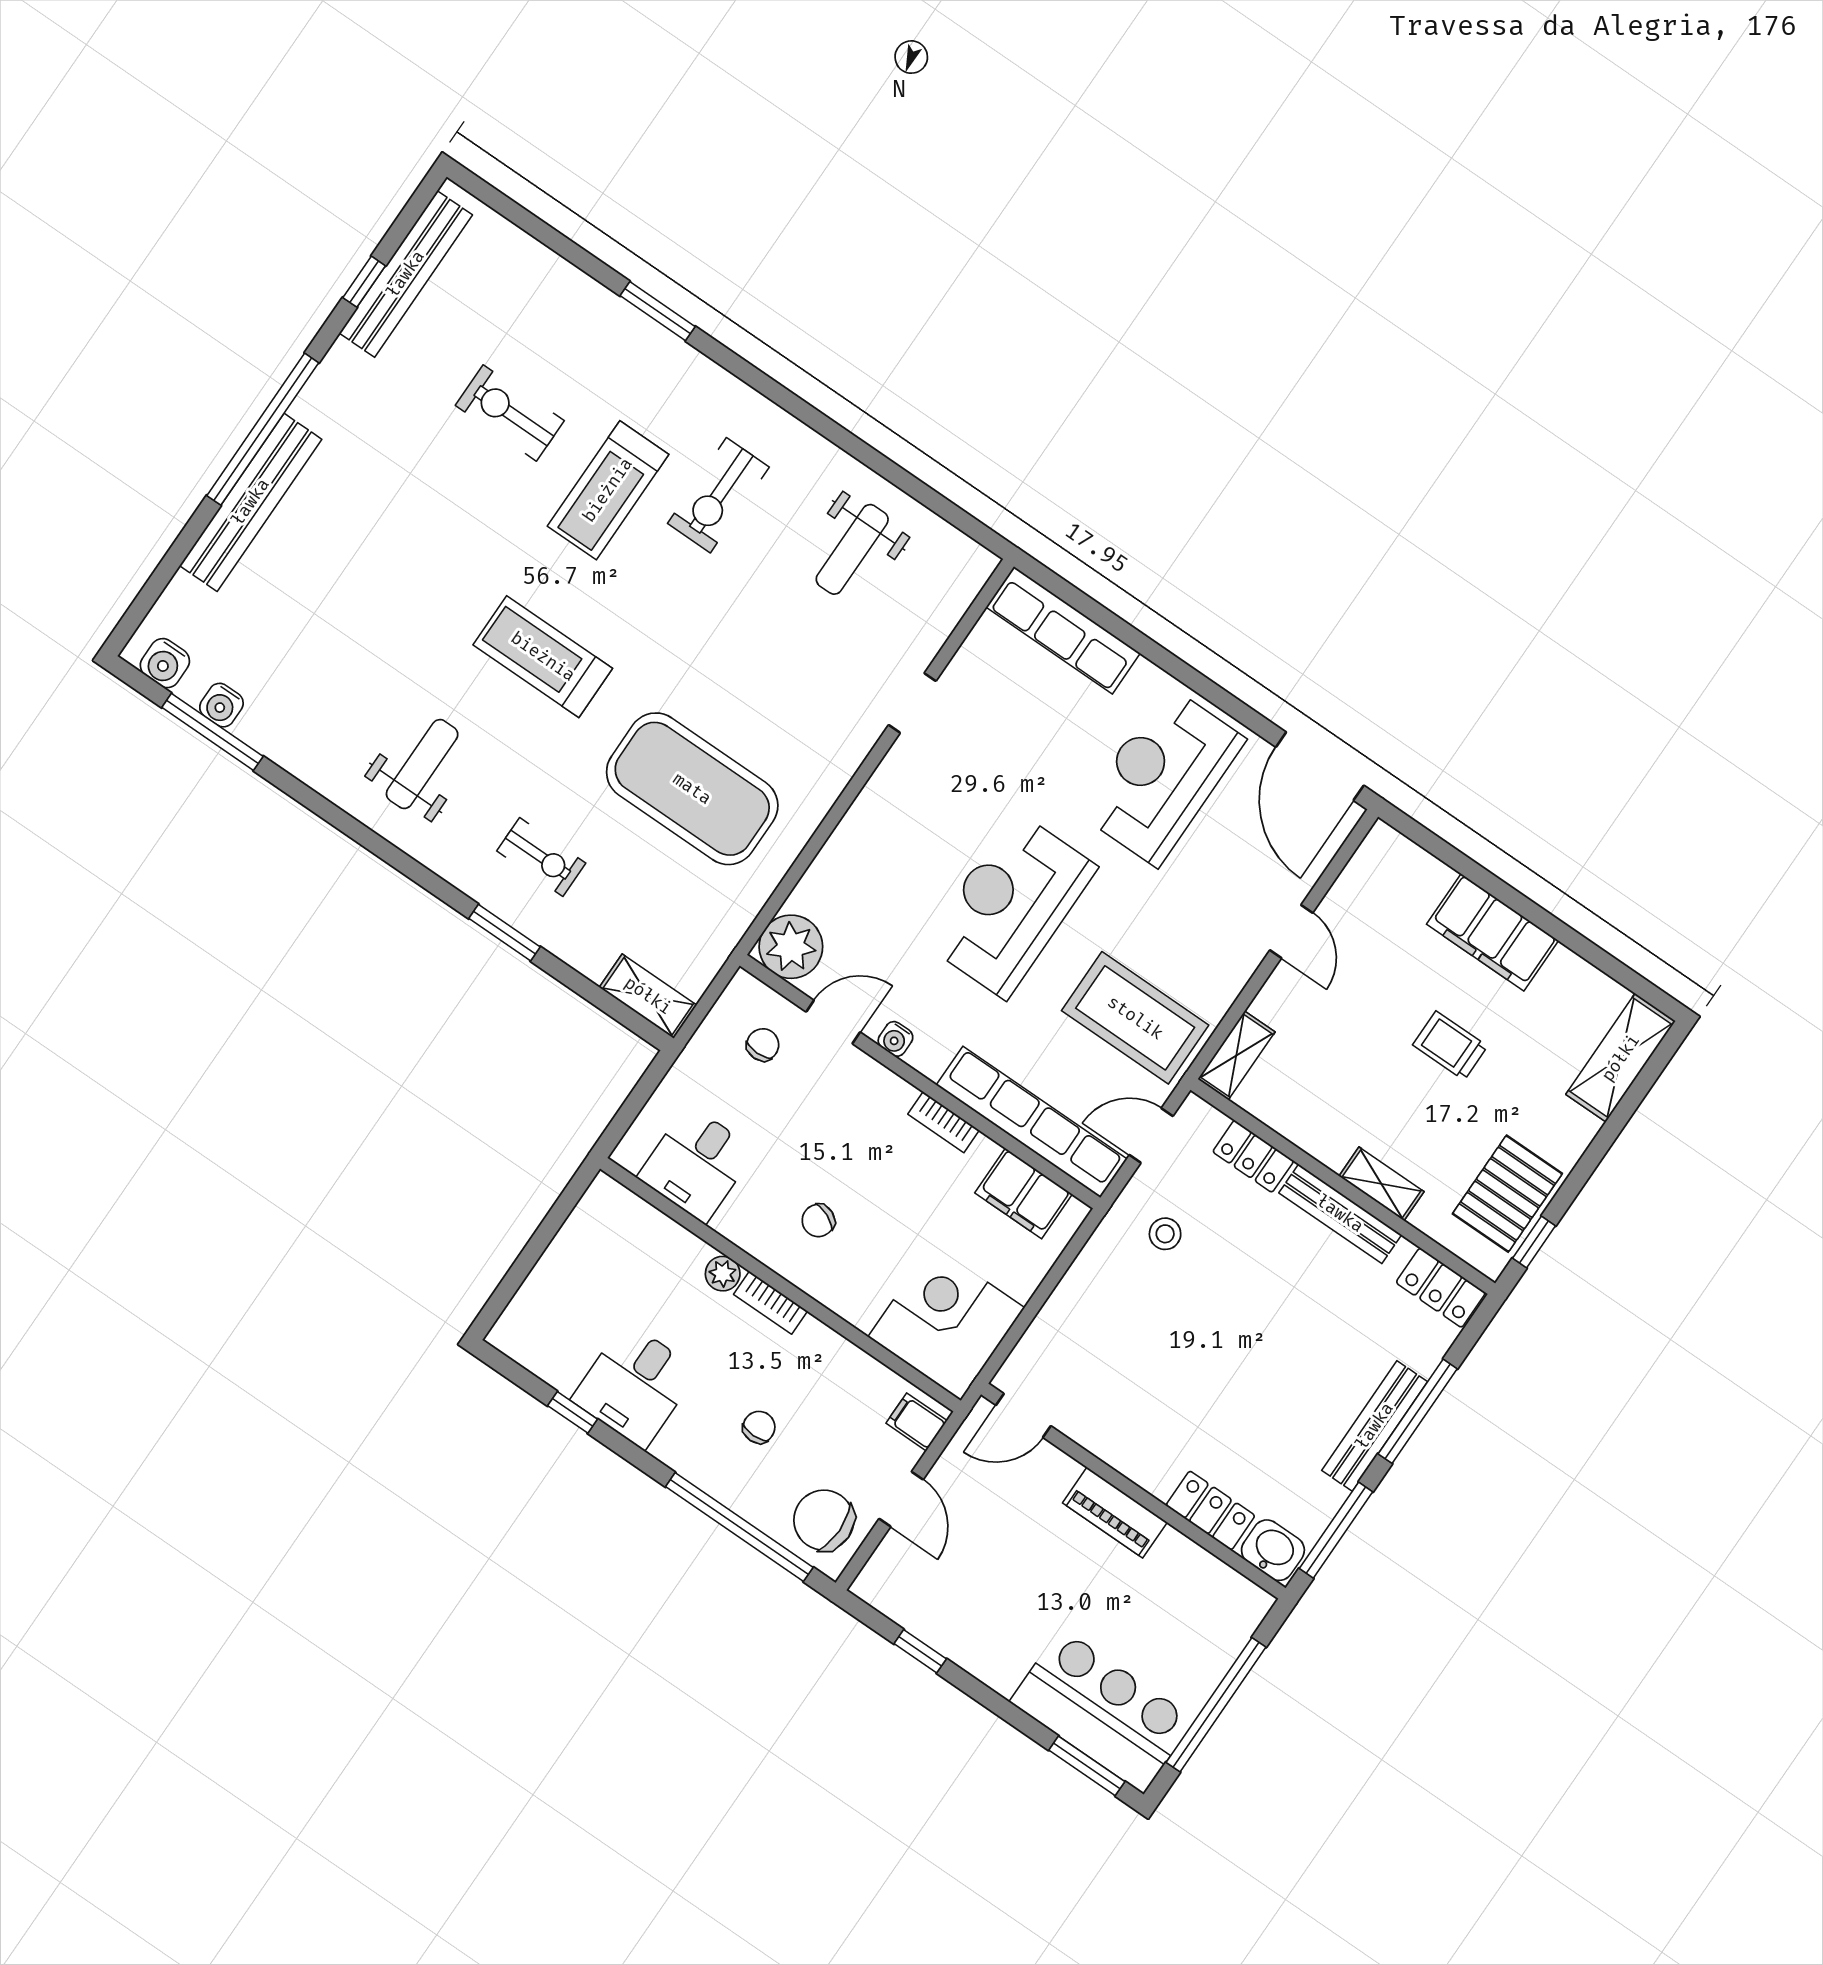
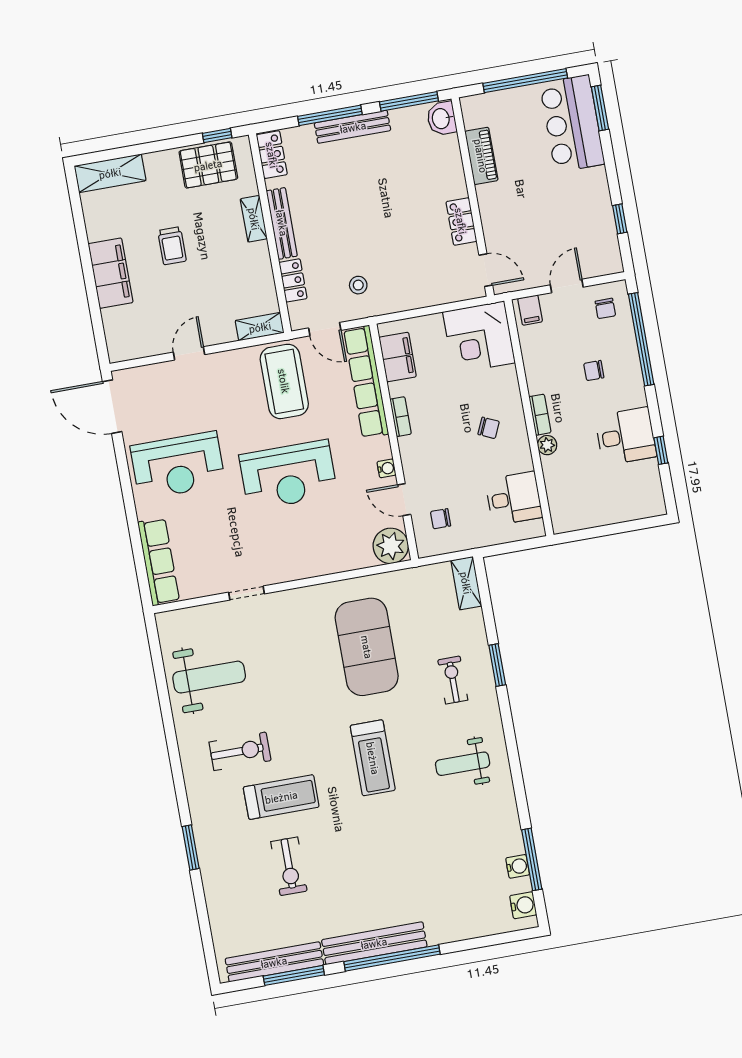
window: (364, 282) -> (294, 975), width x2.17
bench: (251, 502) -> (374, 943), moved
weight bench: (852, 549) -> (209, 677), width x1.36, depth x1.33
door: (1320, 766) -> (112, 407), swing flipped
locker: (1210, 1510) -> (461, 221), moved
piano: (1115, 1513) -> (481, 156), moved
chair: (824, 1520) -> (605, 308), width x0.54, depth x0.54

